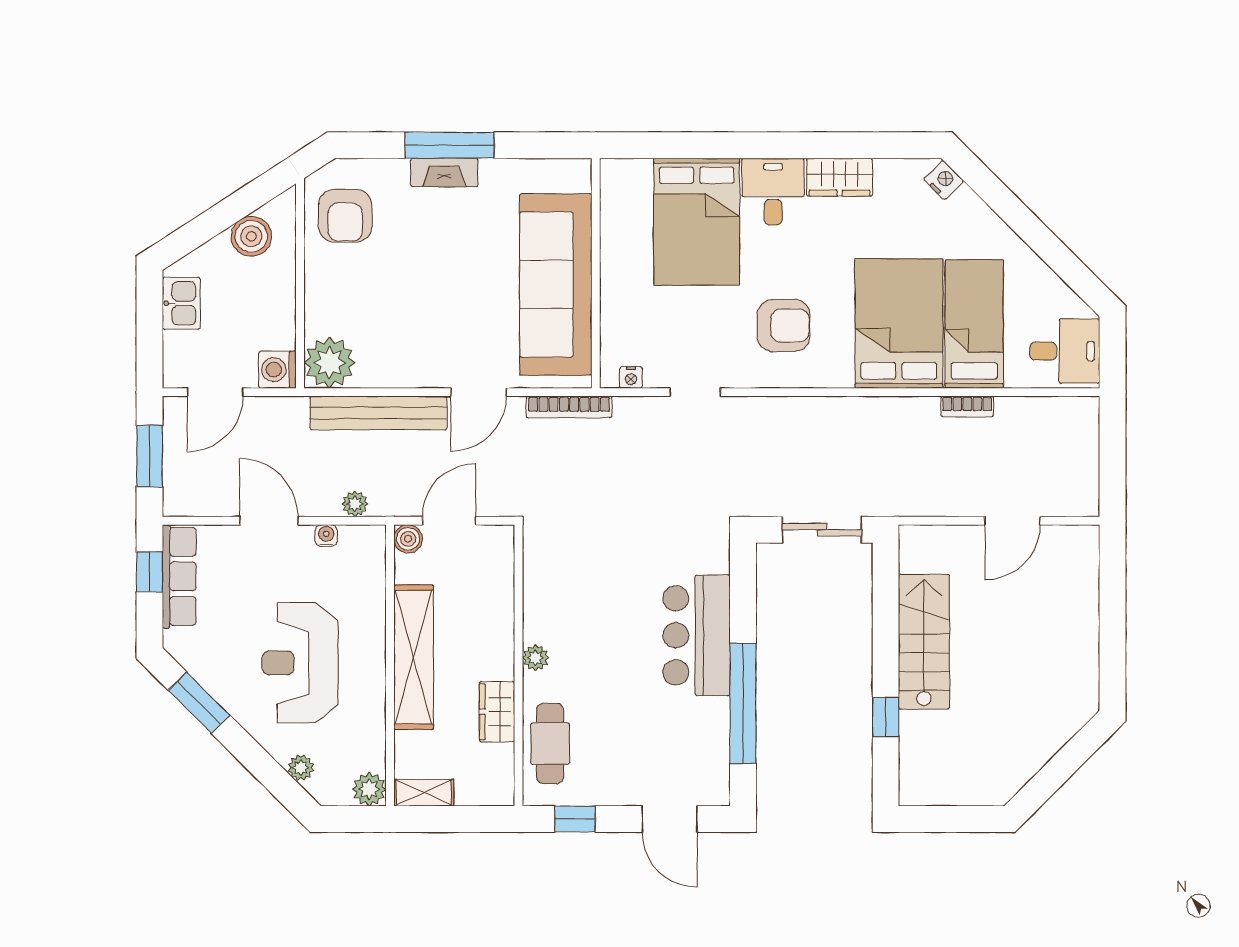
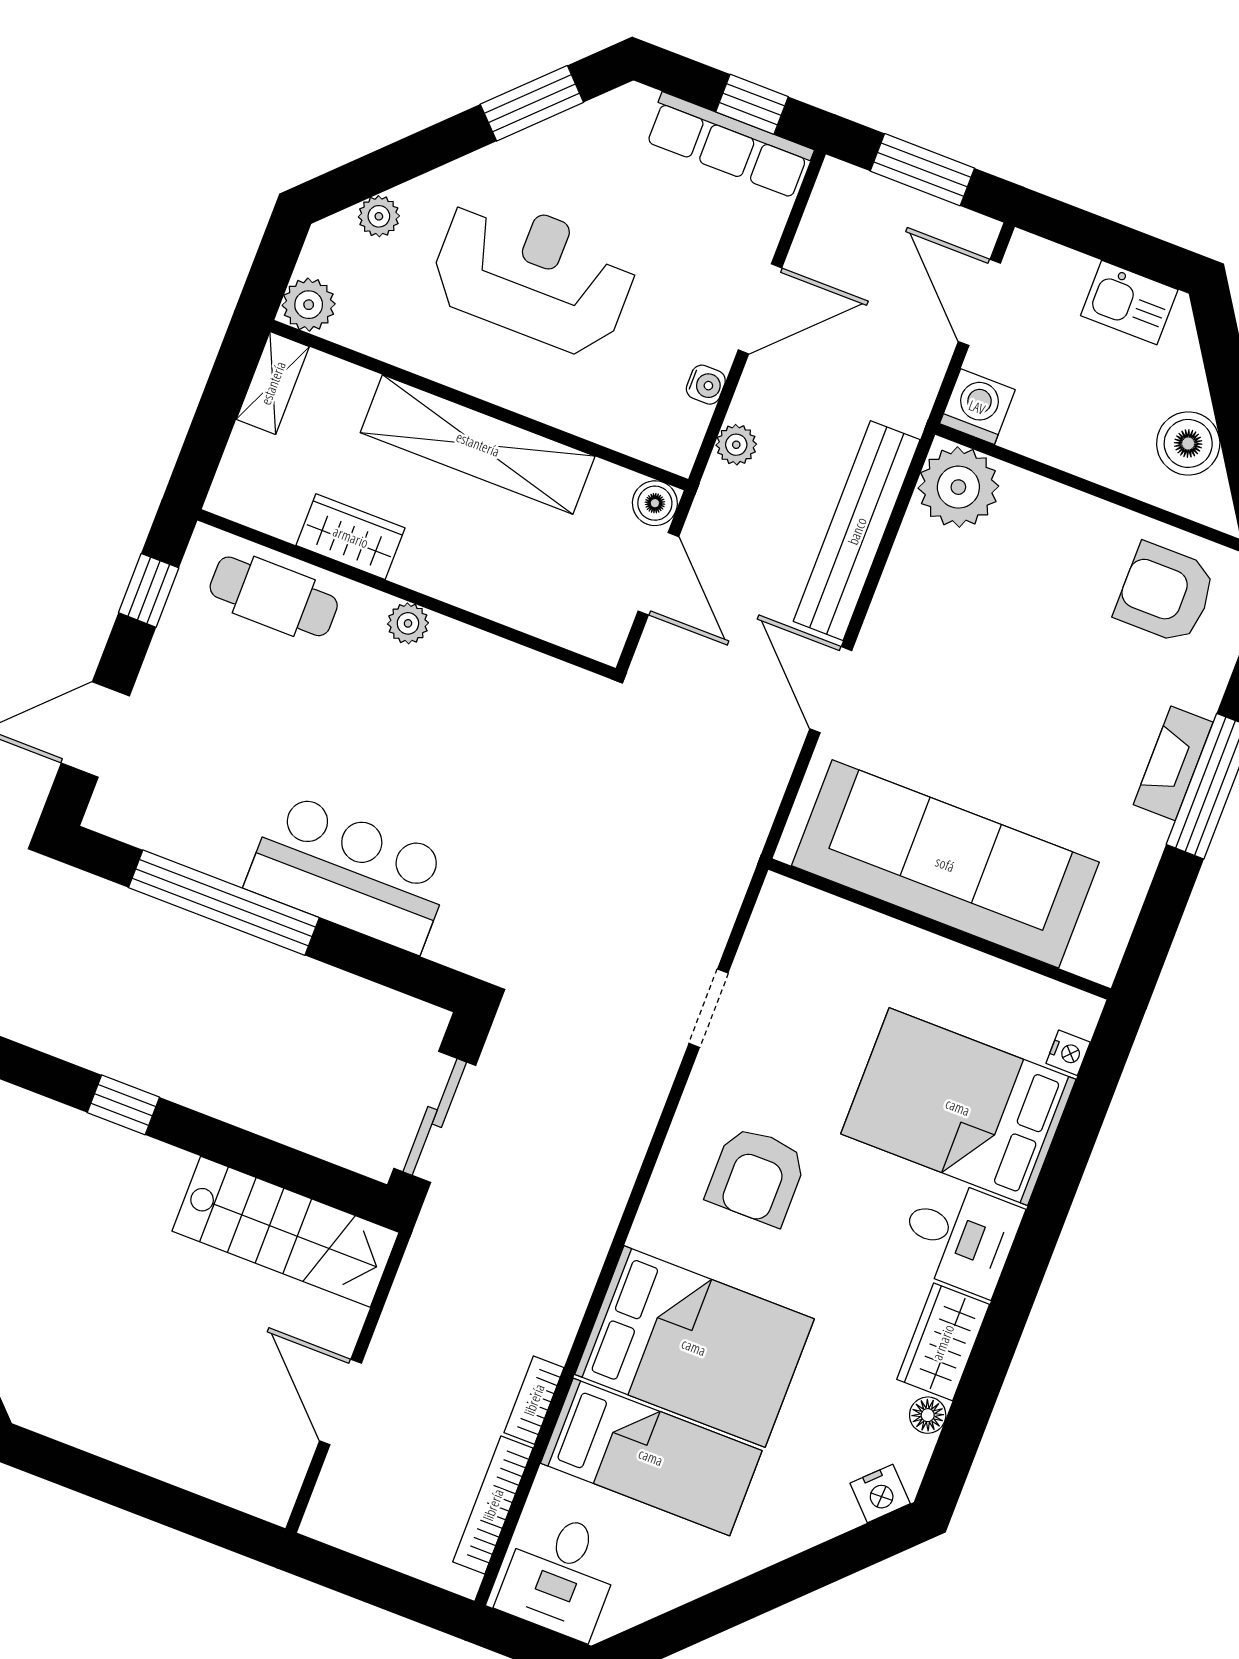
floor lamp: (887, 170) -> (928, 1415), added
nightstand: (631, 378) -> (1068, 1053), moved, turned 180
bookcase: (569, 407) -> (493, 1505), moved
stairs: (924, 642) -> (285, 1232), moved

